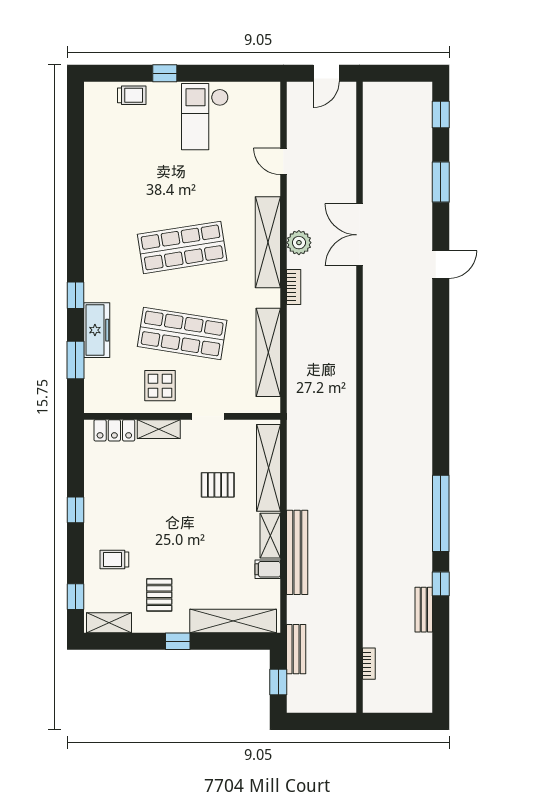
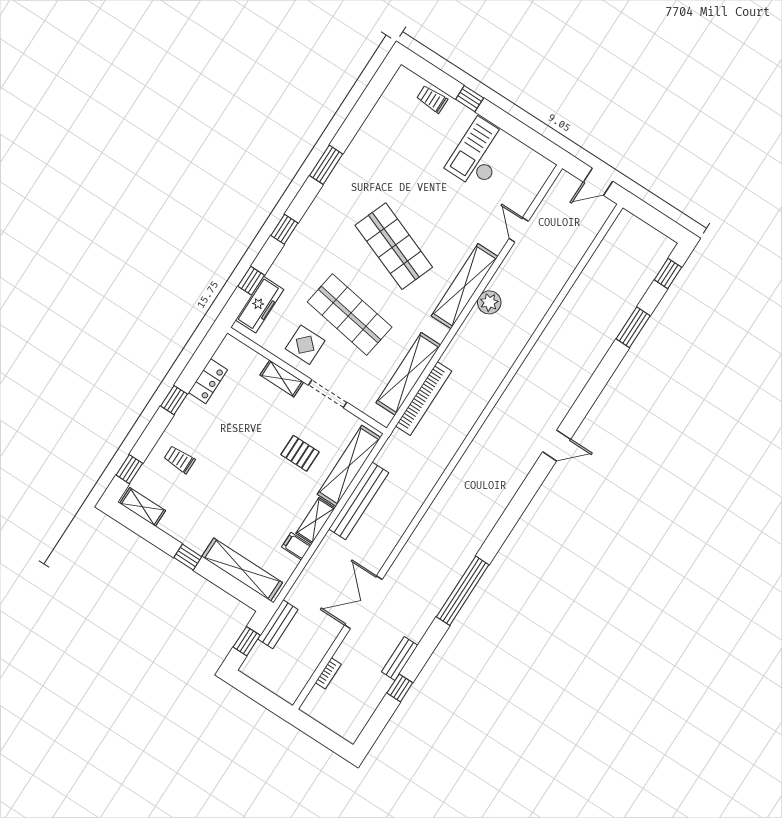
trolley: (132, 95) -> (432, 99), turned 180
window: (76, 214) -> (326, 165), added
double door: (359, 235) -> (363, 602), moved
shop shelf: (182, 247) -> (394, 246), turned 30
door: (441, 264) -> (557, 446), moved
bookcase: (294, 287) -> (424, 398), moved, width x2.31, depth x1.31
freezer: (97, 330) -> (260, 305), moved
window: (76, 360) -> (251, 281), width x0.67
doorway: (208, 416) -> (328, 394), width x1.38
locker: (114, 430) -> (208, 381), moved, turned -90
bench: (297, 552) -> (359, 501), moved
window: (441, 584) -> (400, 688), moved
pallet: (159, 595) -> (197, 511), removed

